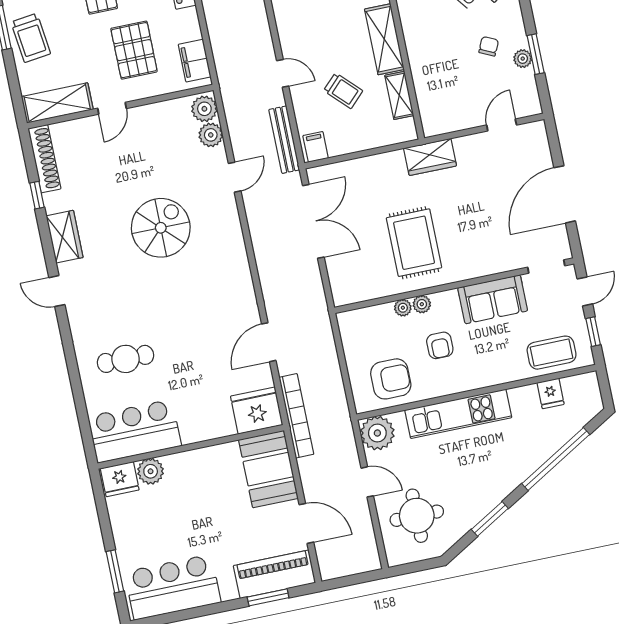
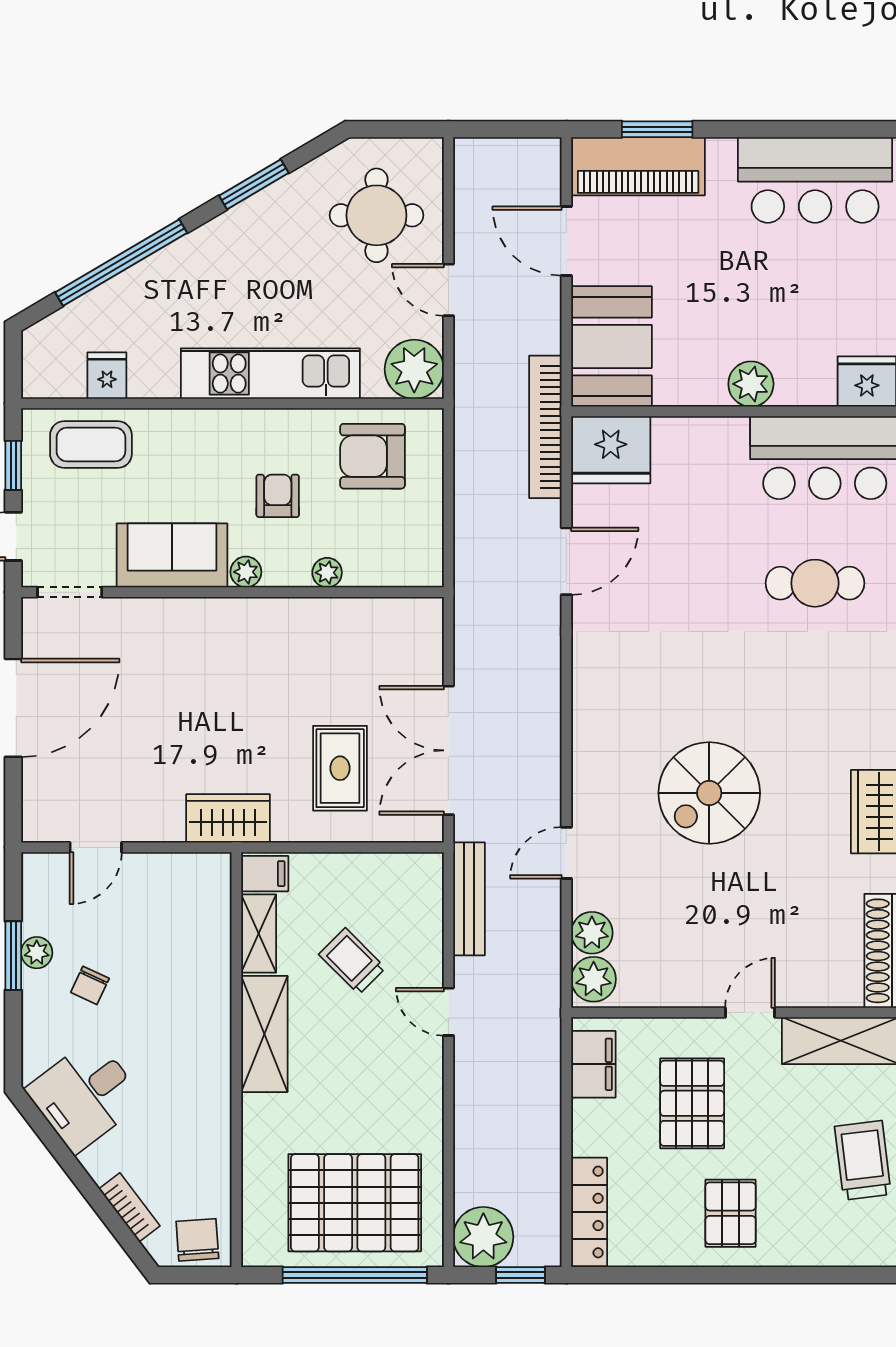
filing cabinet: (316, 147) -> (265, 874), moved, turned -90
rug: (414, 243) -> (340, 768), moved, width x0.73, depth x0.70
plant: (422, 304) -> (246, 572), moved
plant: (151, 471) -> (751, 384), moved

